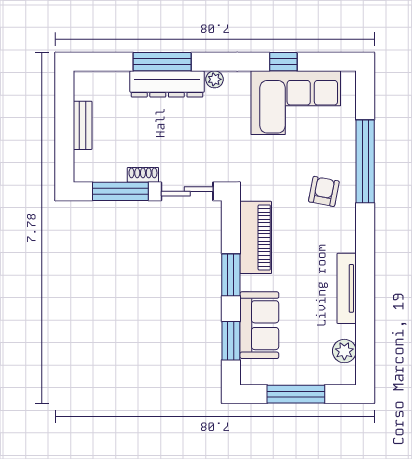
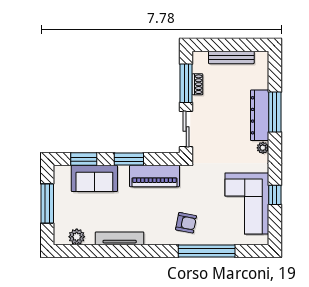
bench: (83, 125) -> (231, 57), width x1.36
shoe rack: (143, 175) -> (197, 84), moved

